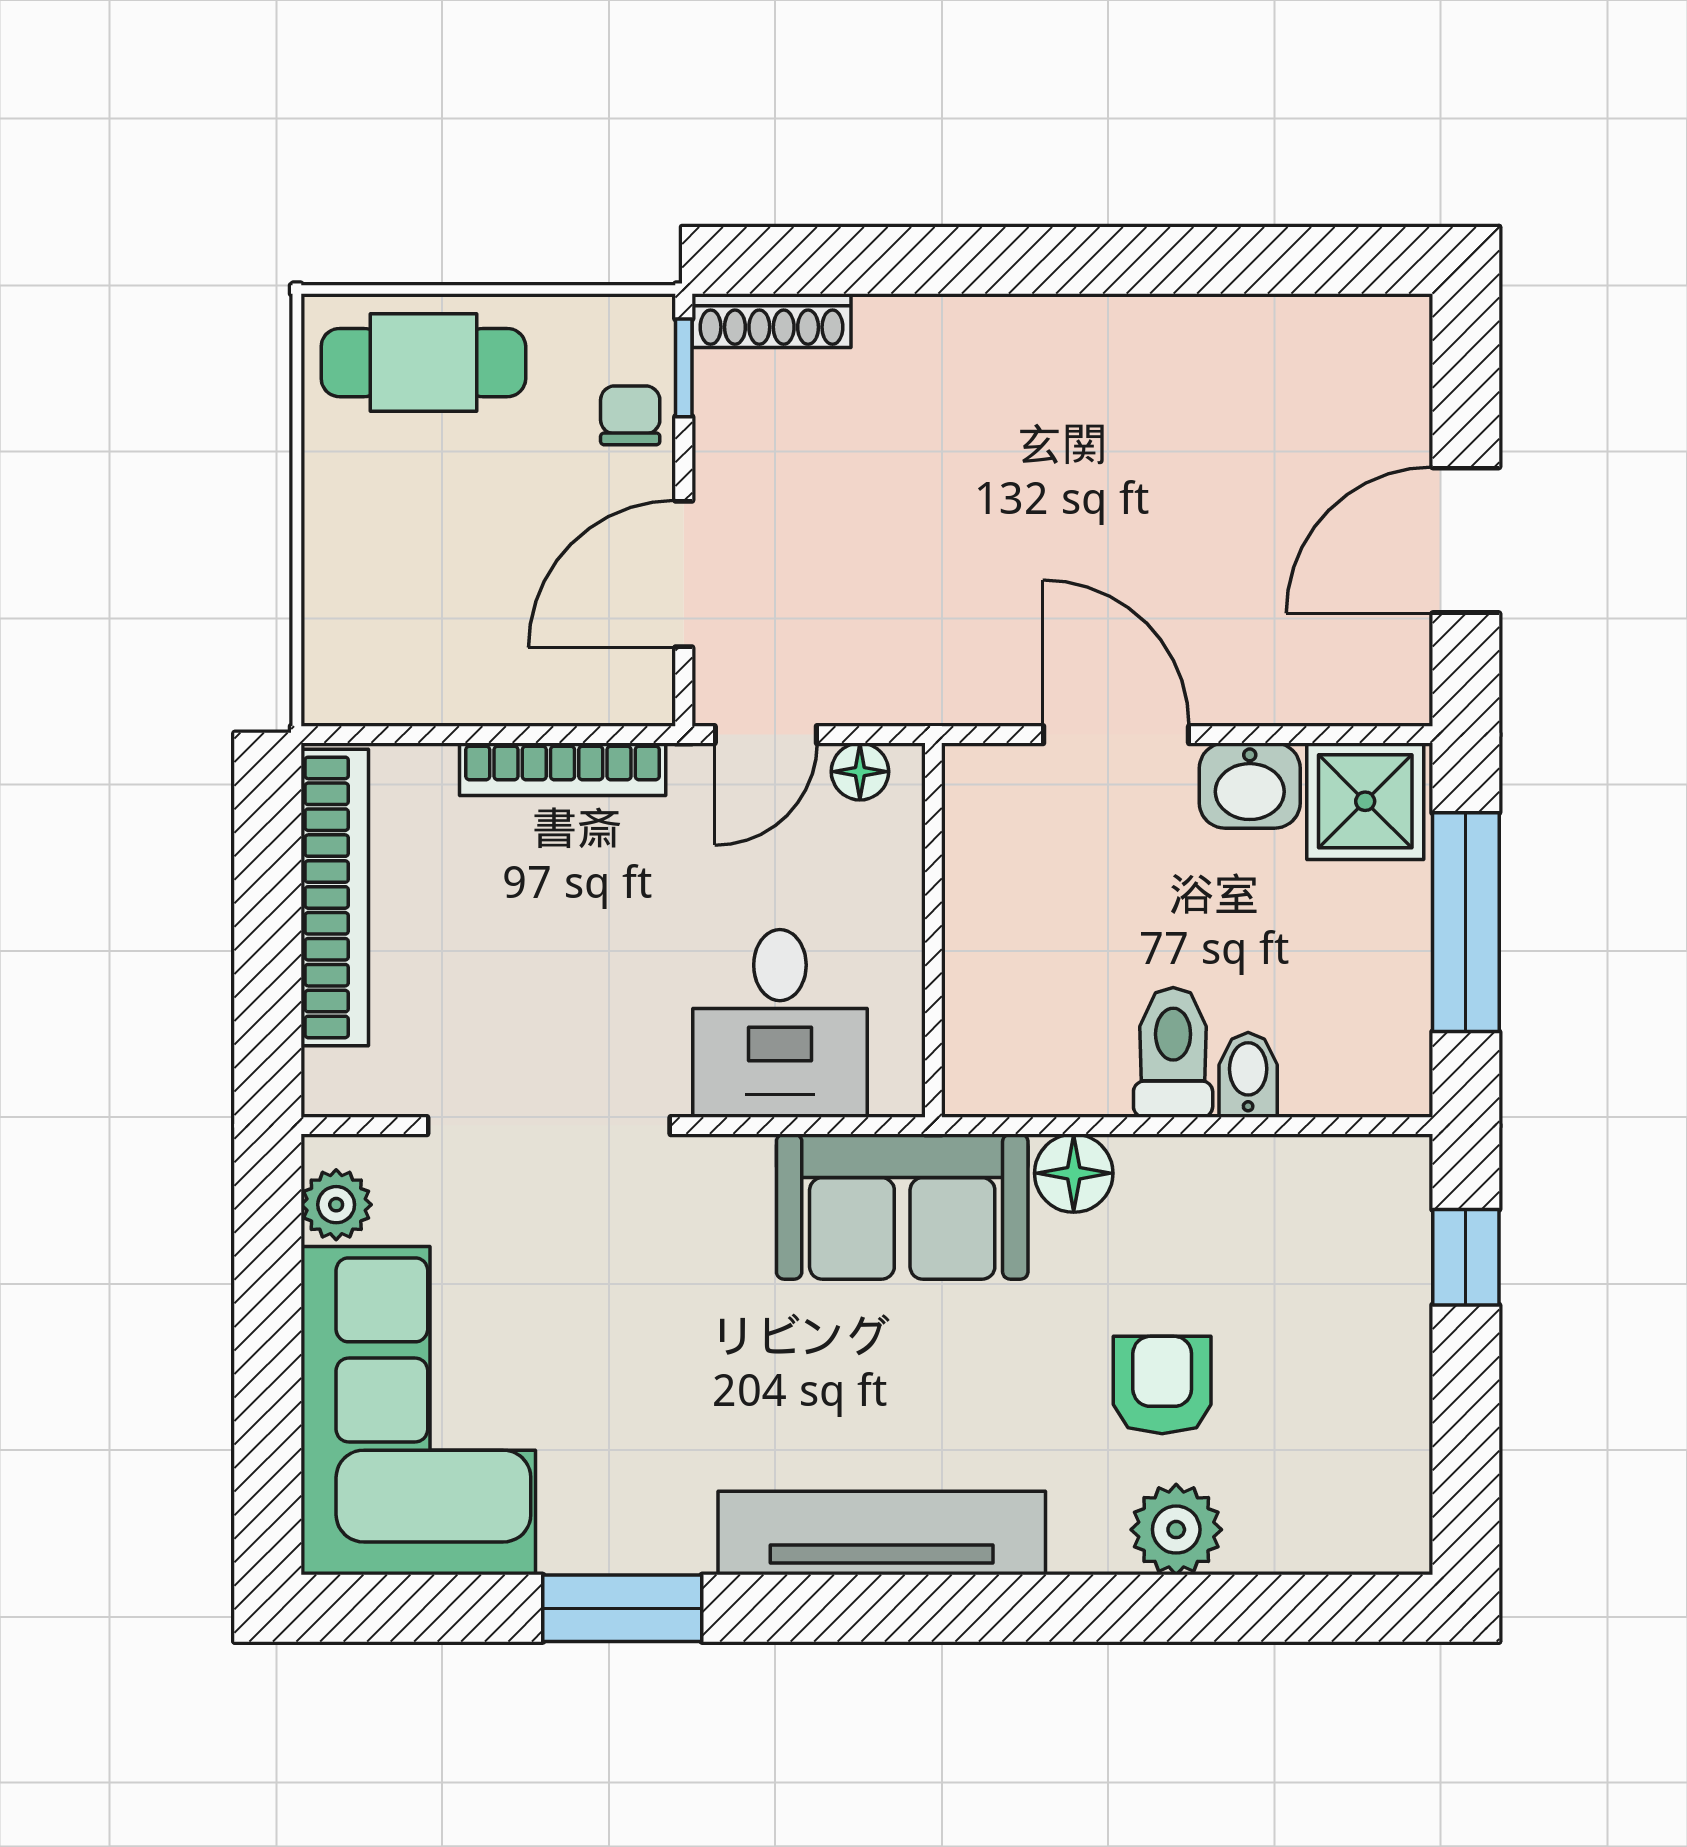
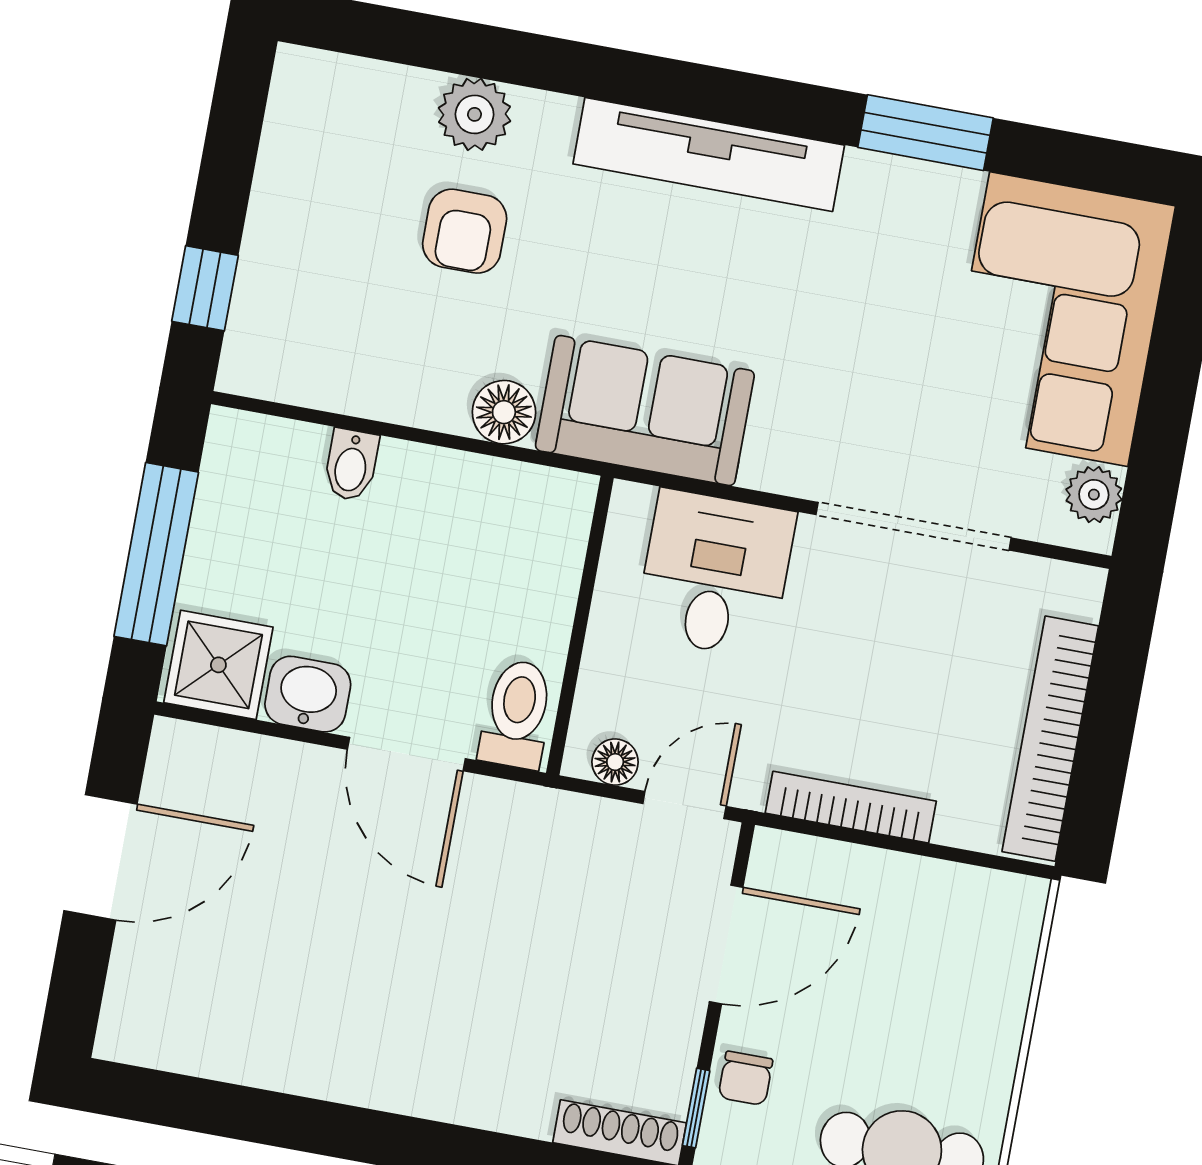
toilet: (1173, 1052) -> (517, 714), moved, turned 180

